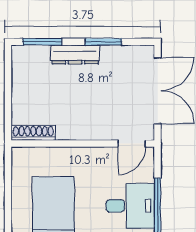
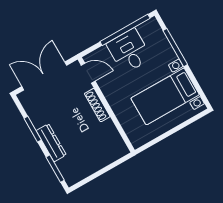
shoe rack: (33, 133) -> (97, 105), moved

